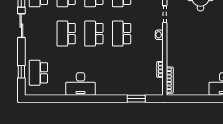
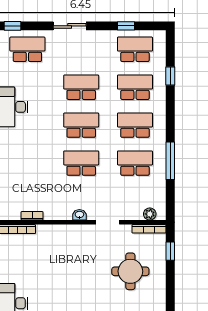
sliding door: (21, 26) -> (70, 26), moved
window: (21, 72) -> (13, 26), moved

